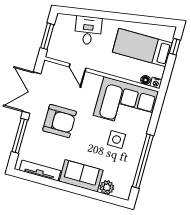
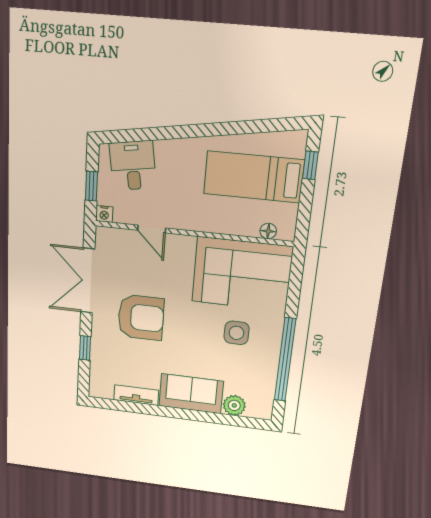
desk: (88, 30) -> (133, 166), moved
window: (47, 36) -> (92, 186), width x0.67
nightstand: (156, 83) -> (104, 214), moved
window: (20, 136) -> (85, 348), width x0.46
tv unit: (40, 171) -> (136, 395), width x0.71

